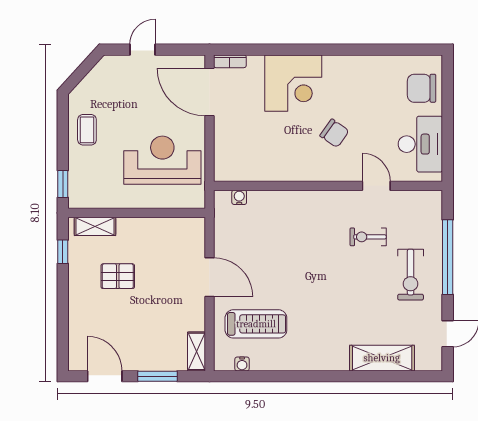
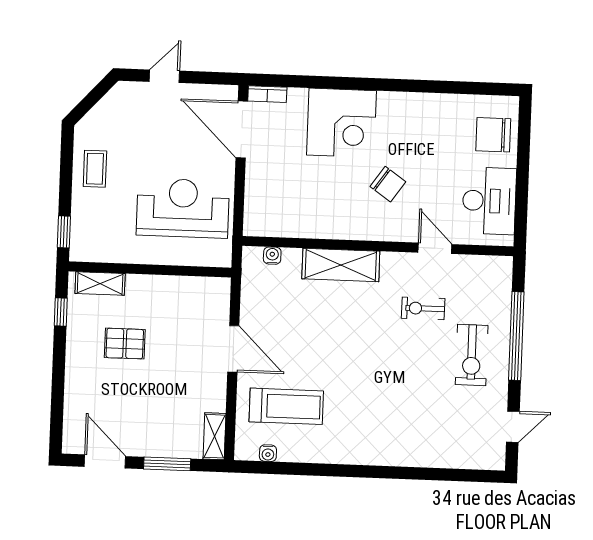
shelving: (382, 358) -> (341, 265), moved

